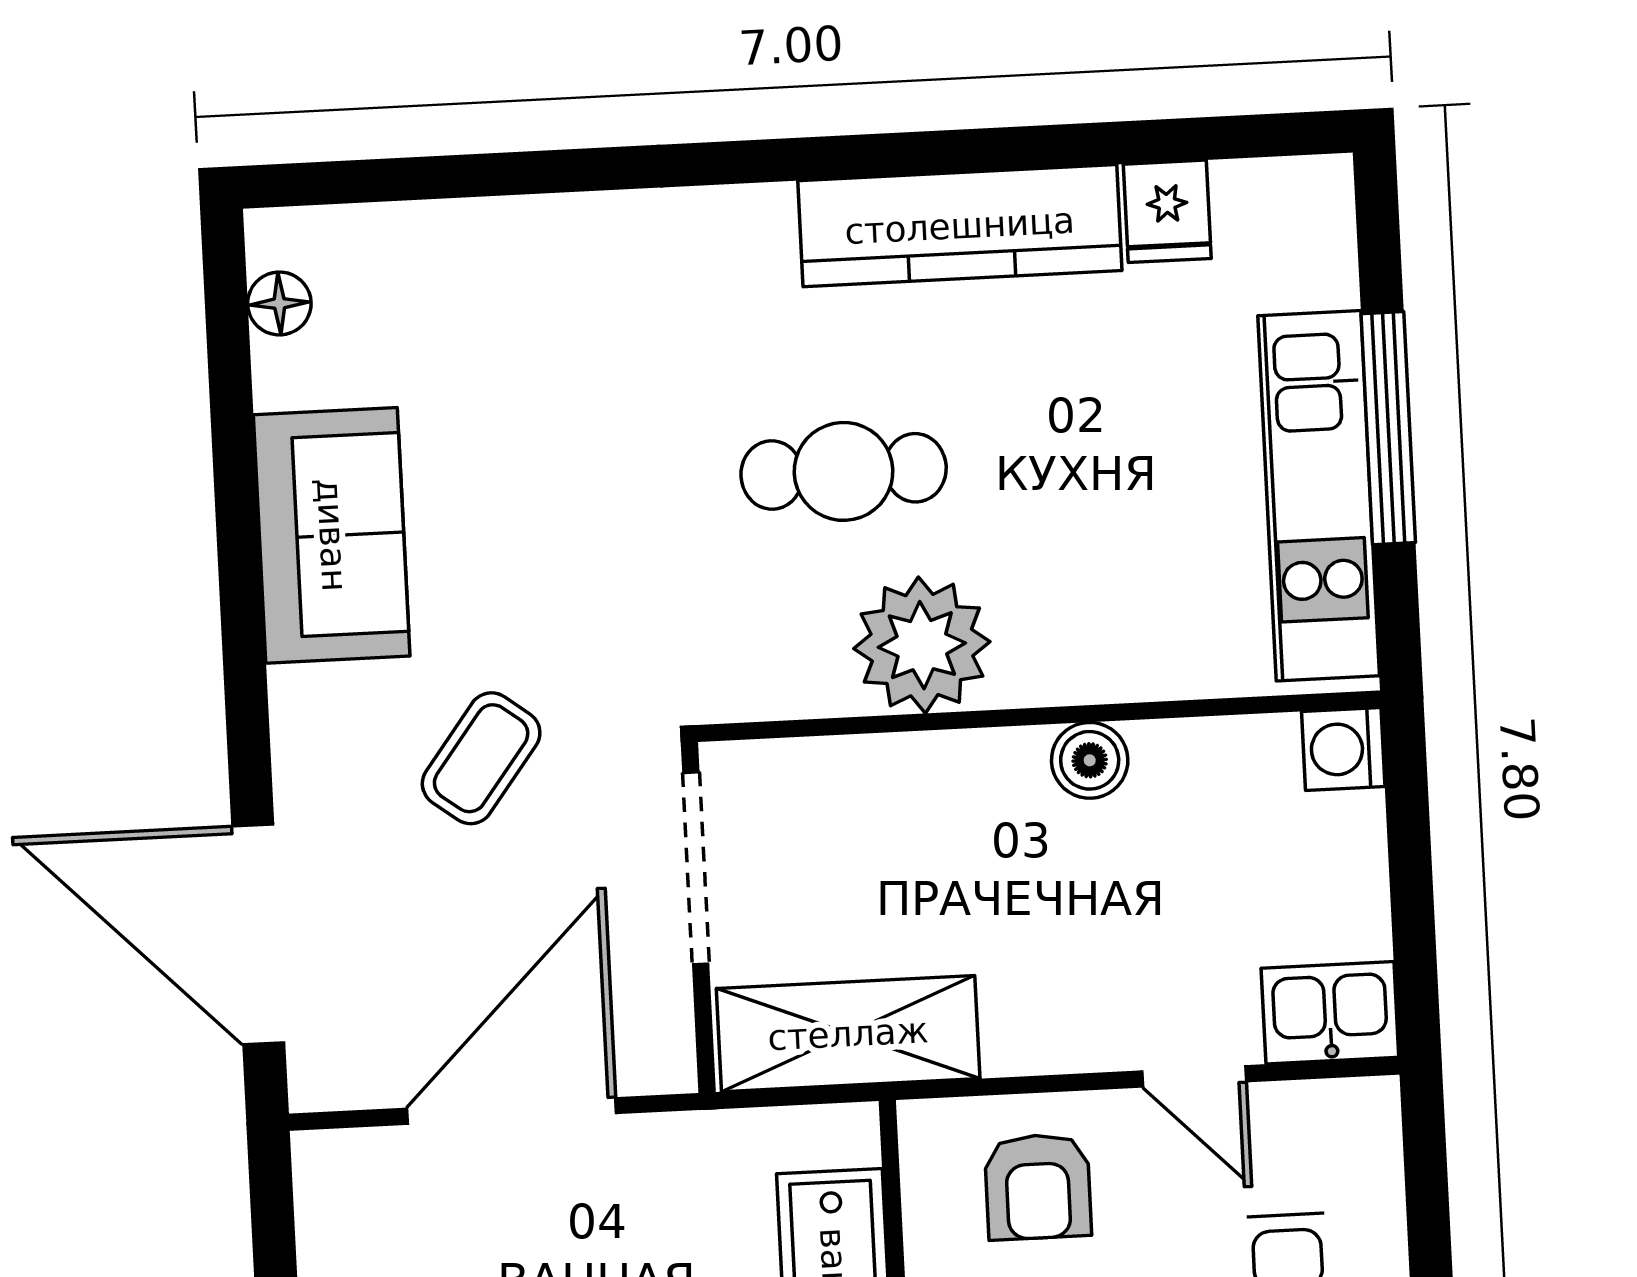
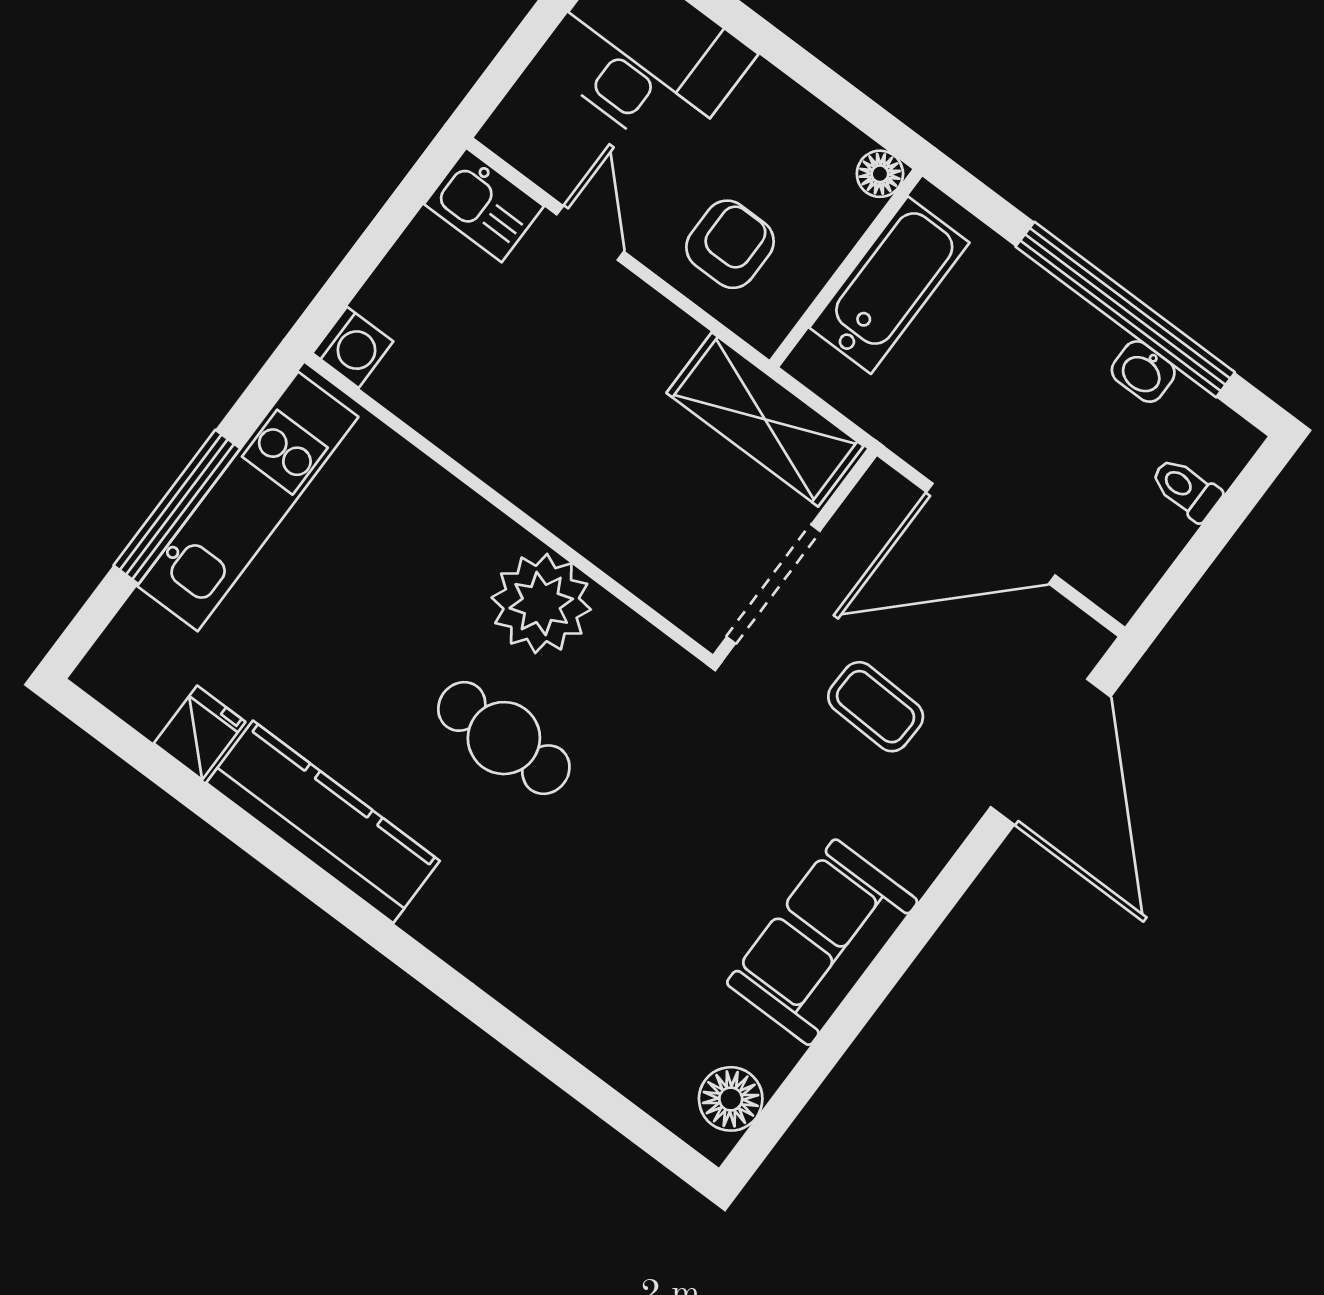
floor lamp: (279, 303) -> (731, 1099), width x1.37, depth x1.37
coffee table: (481, 758) -> (876, 707), moved, turned 55
boiler: (1090, 760) -> (501, 460), removed

